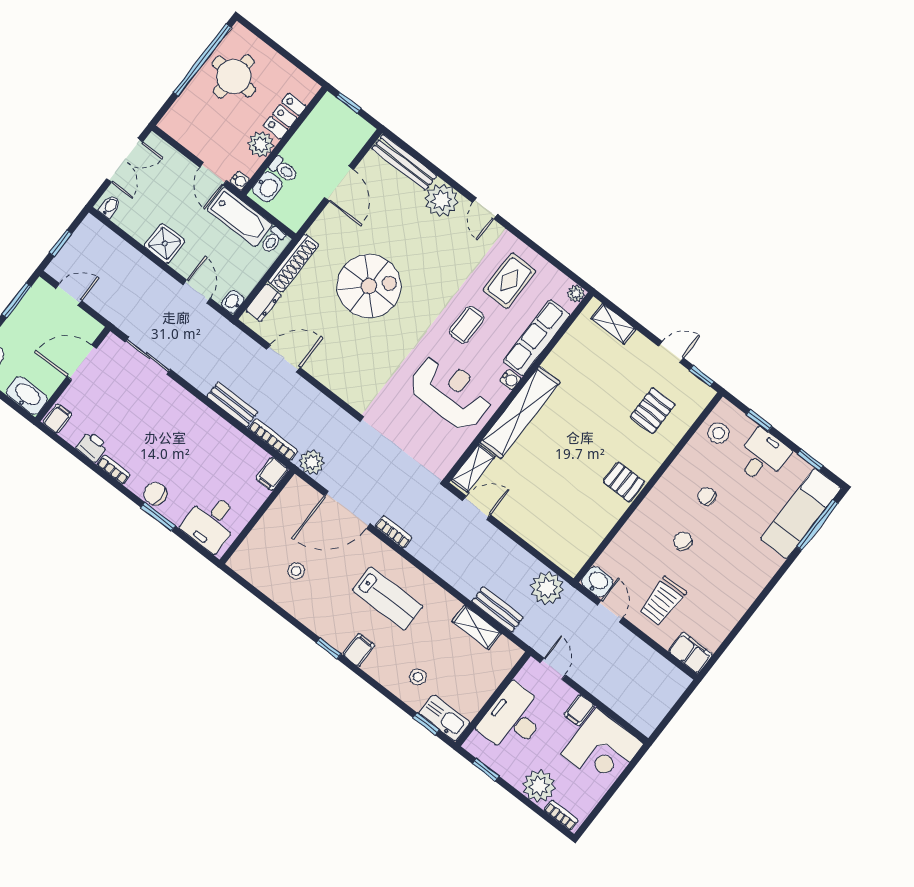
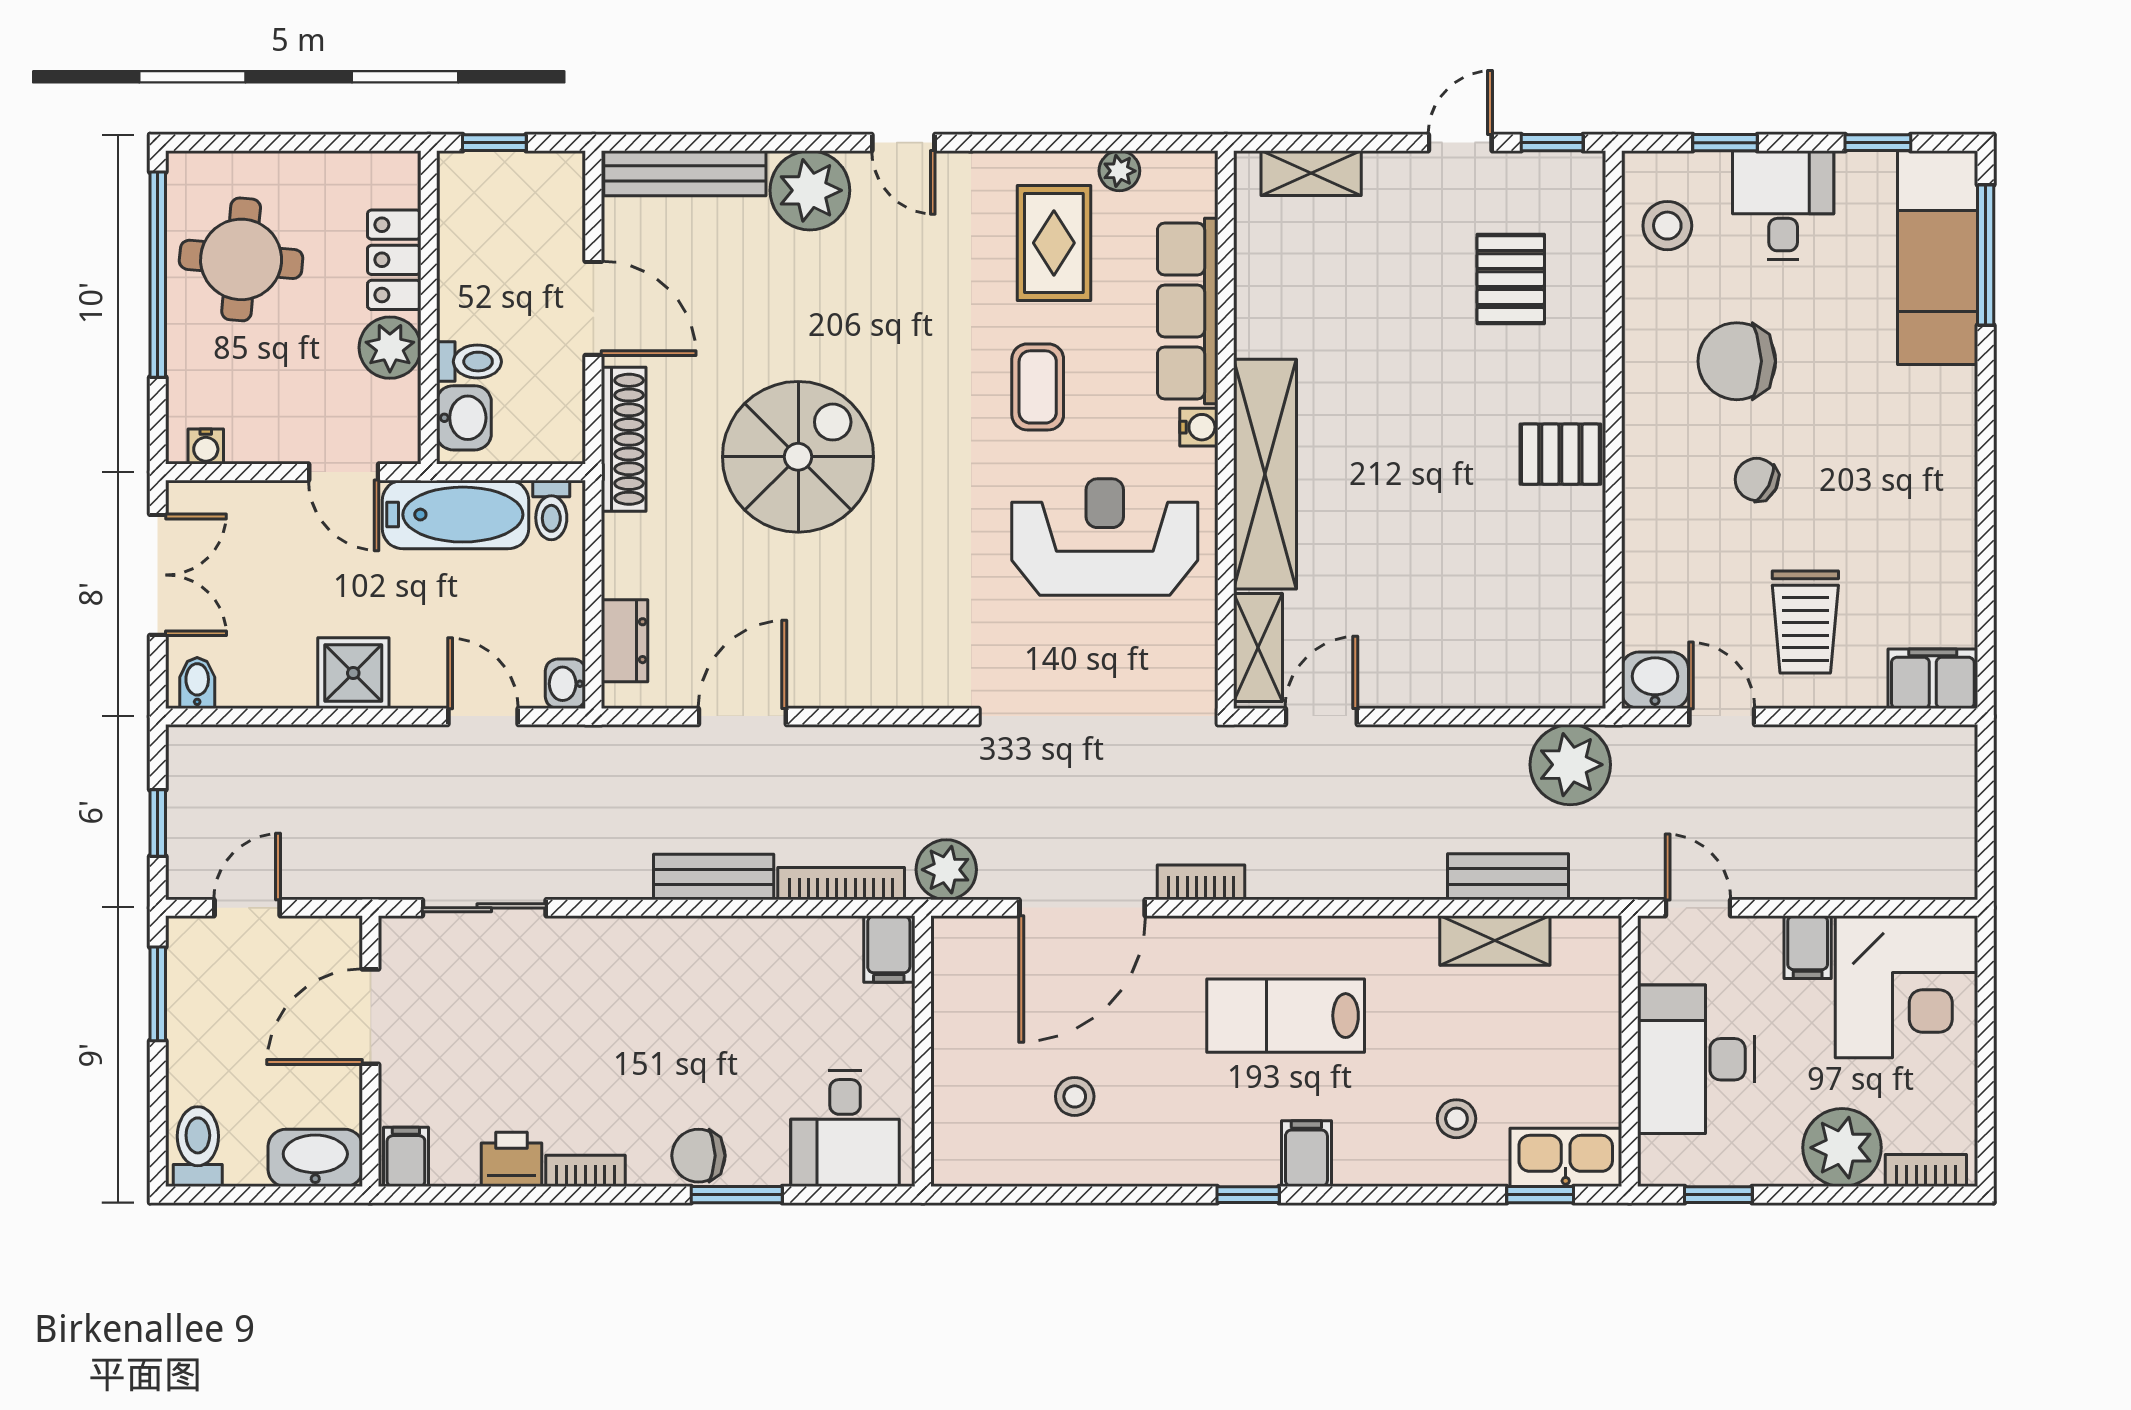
water cooler: (240, 181) -> (206, 446), moved, turned 90
shoe rack: (294, 263) -> (624, 439), moved
plant: (576, 294) -> (1119, 171), moved
chair: (707, 496) -> (1737, 361), width x1.87, depth x1.87
lab bench: (387, 598) -> (1286, 1016), turned 180

